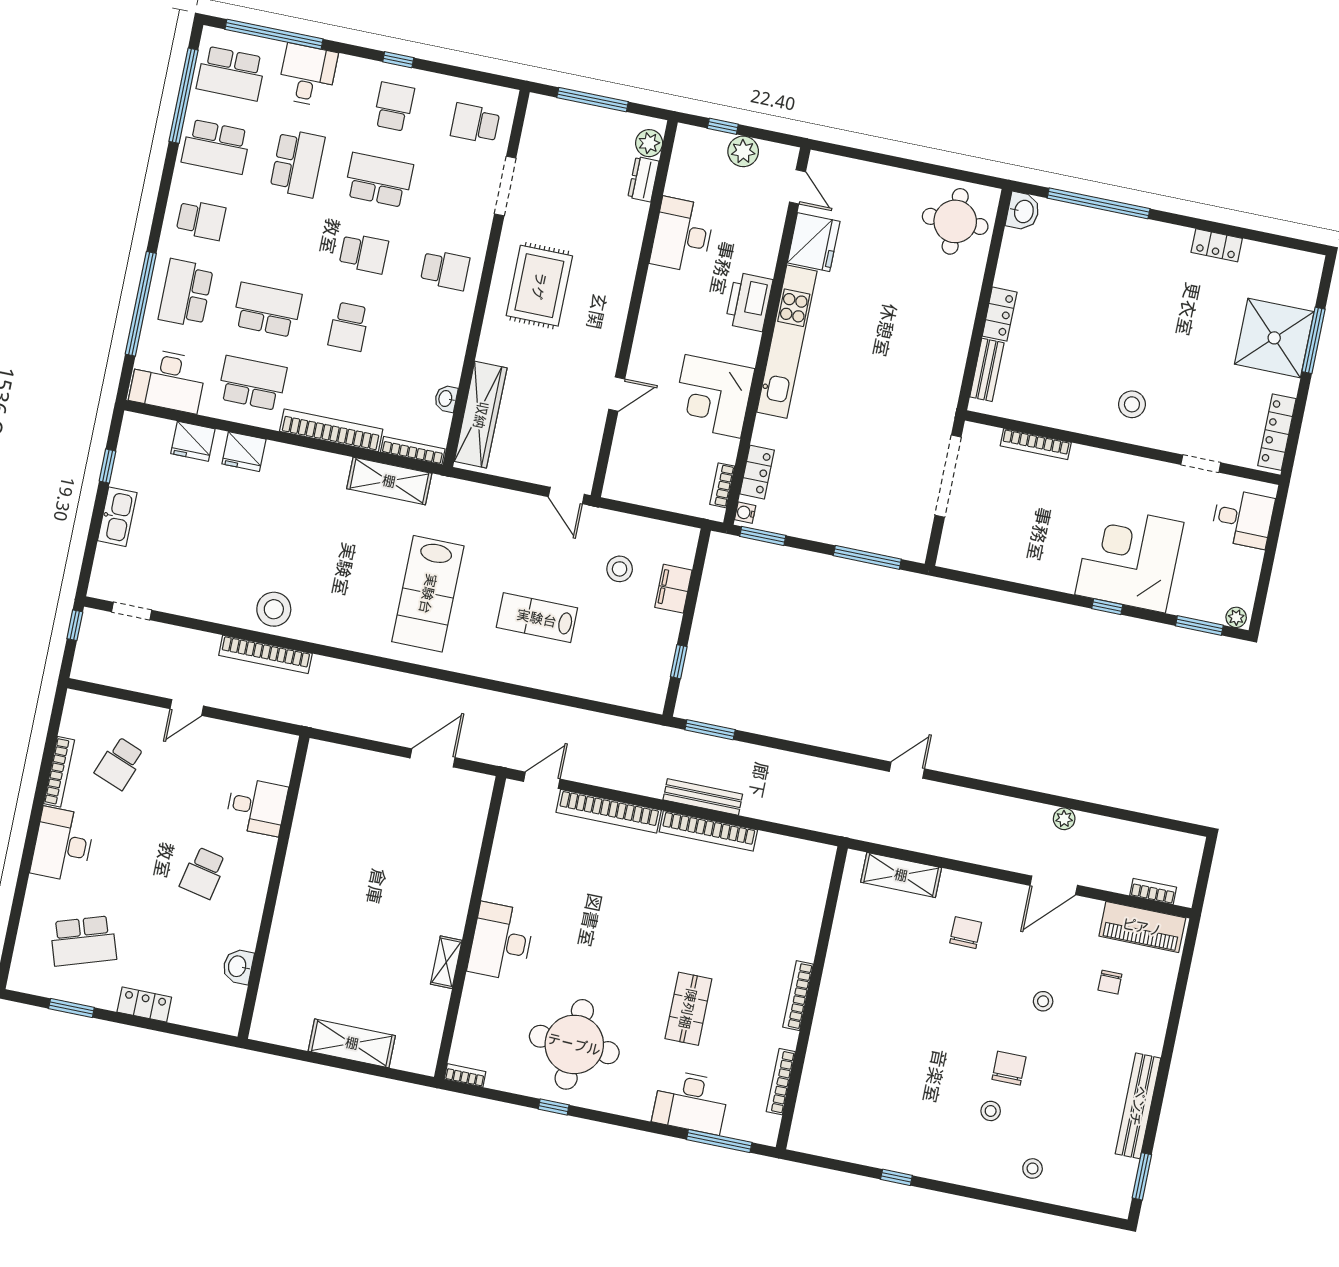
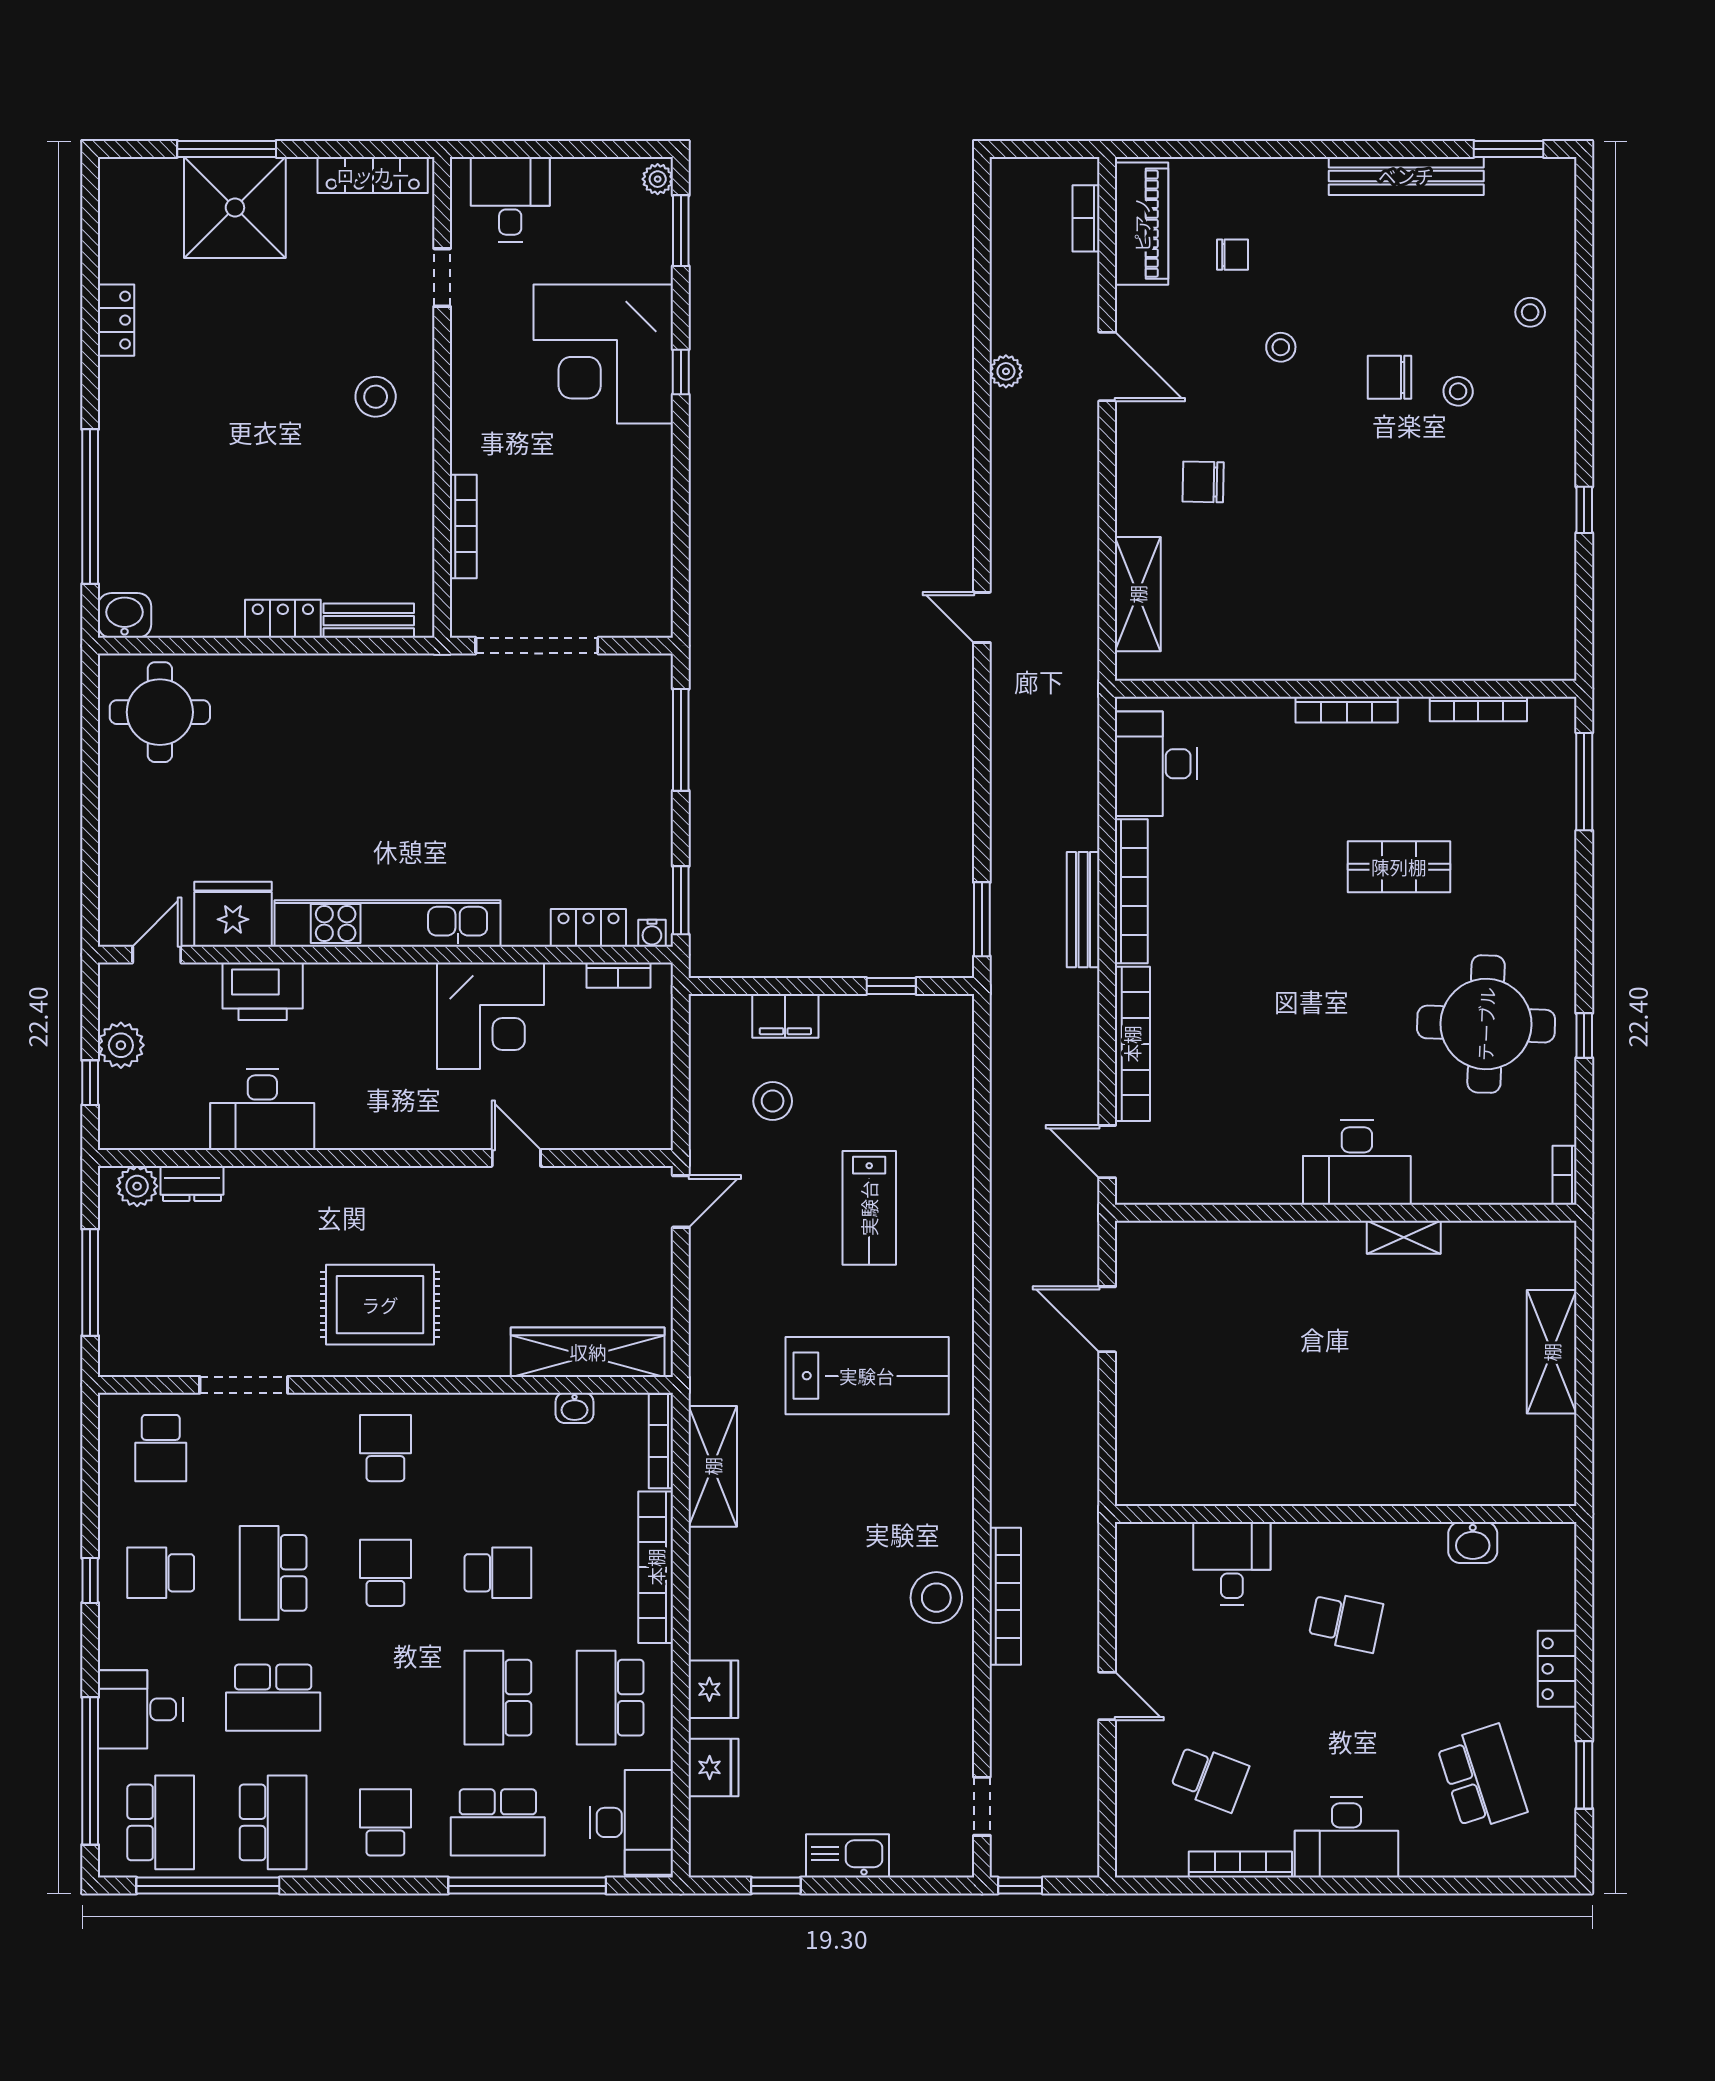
school desk: (297, 163) -> (273, 1698), turned 180
printer: (749, 302) -> (263, 991), moved
desk: (691, 1102) -> (1156, 764), moved, turned 180

